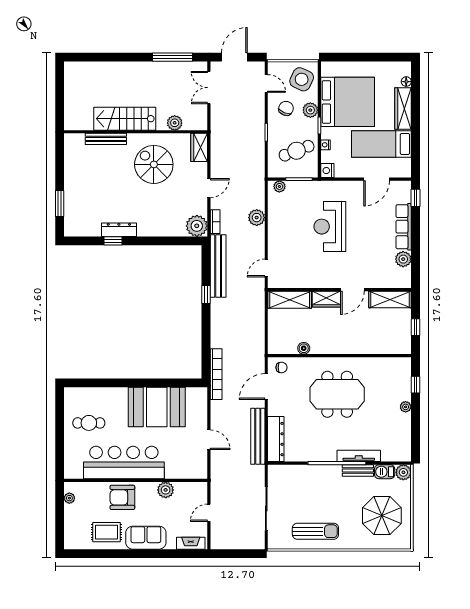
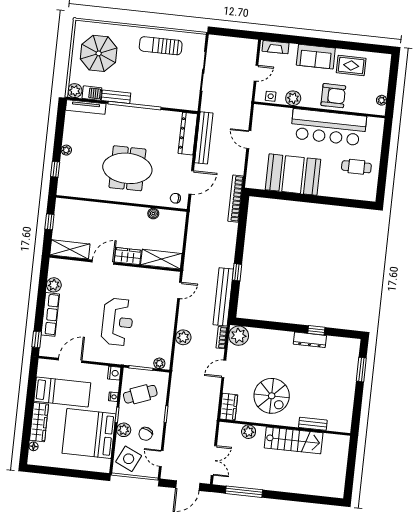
bench: (106, 139) -> (313, 424), width x0.73
tv unit: (359, 456) -> (86, 107), moved
side table: (190, 489) -> (271, 96), added

